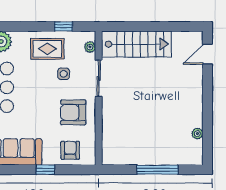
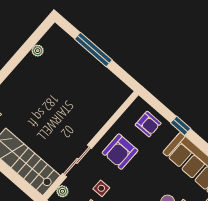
armchair: (73, 112) -> (120, 152), turned 90
armchair: (70, 150) -> (148, 124), turned -90

